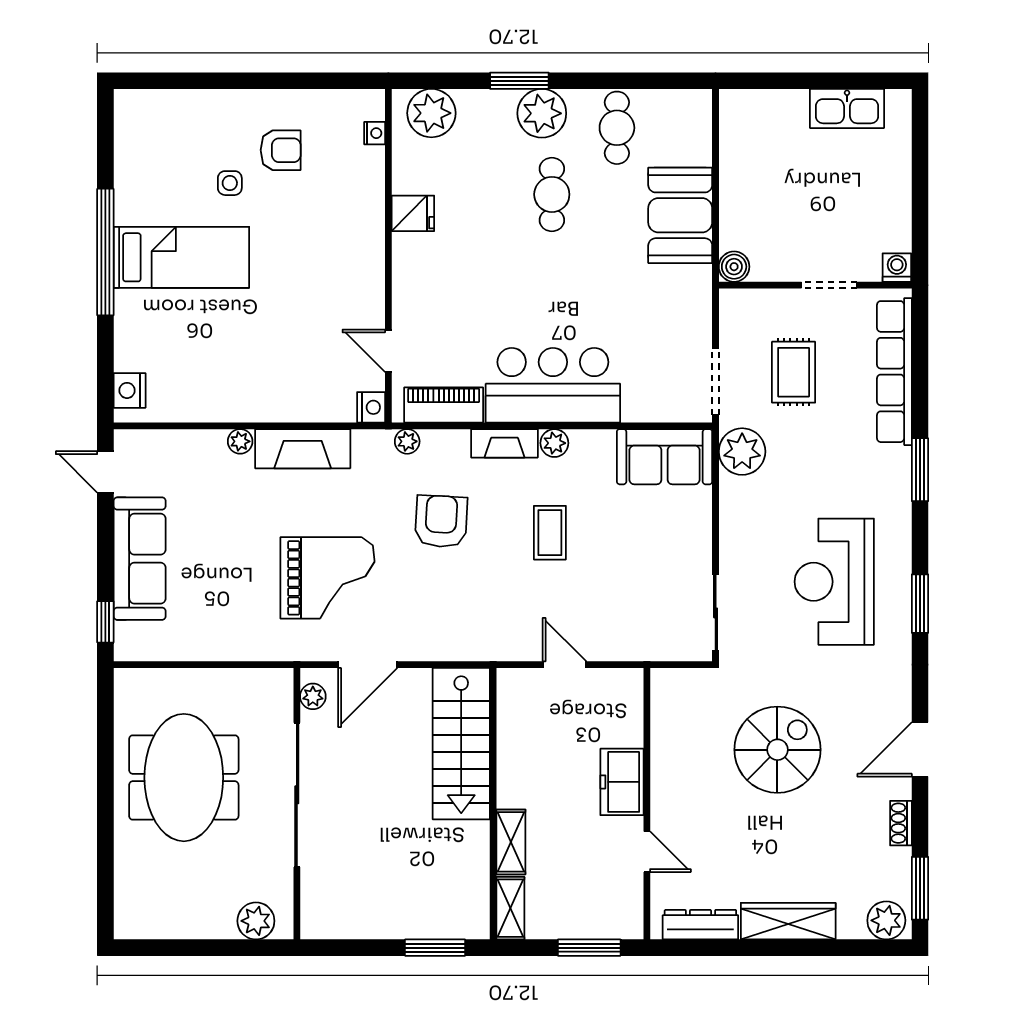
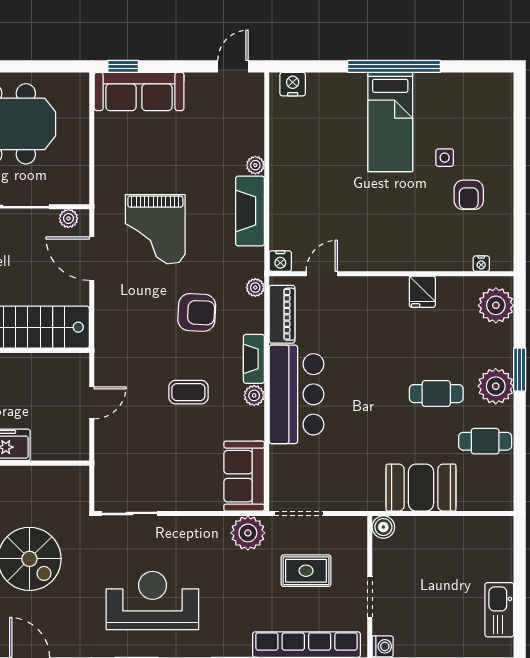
sofa: (140, 559) -> (139, 91), moved

